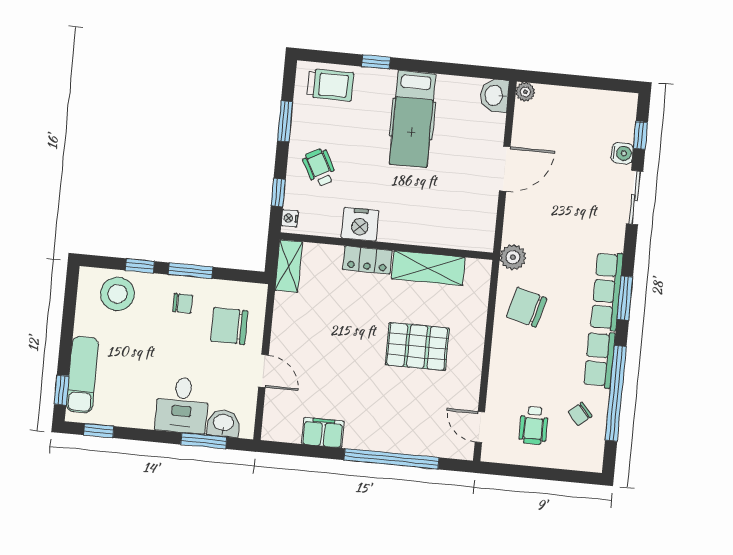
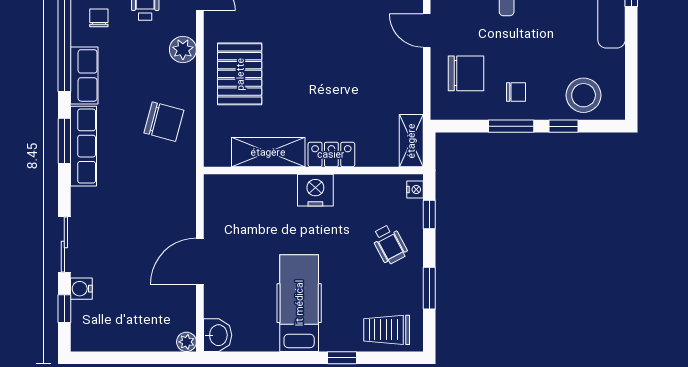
nightstand: (360, 224) -> (315, 190), moved
plant: (513, 257) -> (183, 49), moved
chair: (183, 303) -> (516, 92), turned 180
pallet: (417, 347) -> (240, 74), moved, turned 90
chair: (580, 414) -> (99, 18), turned -50

